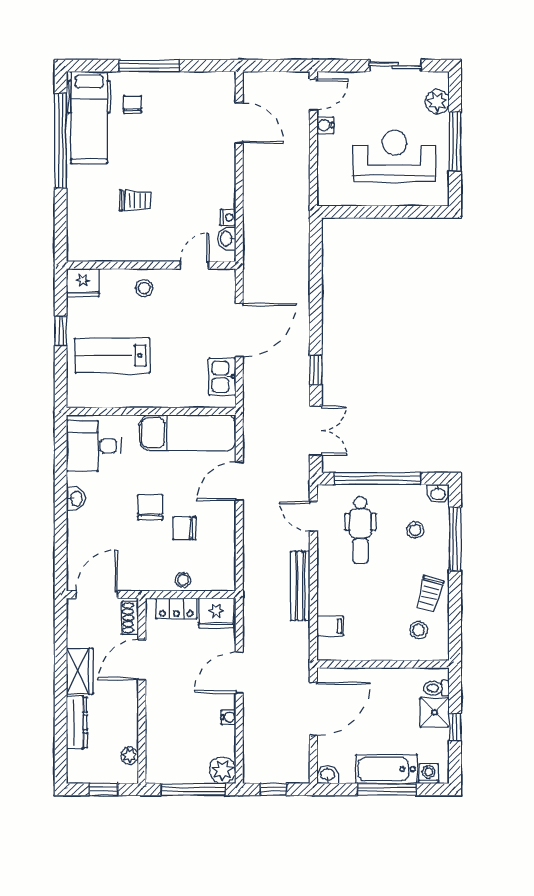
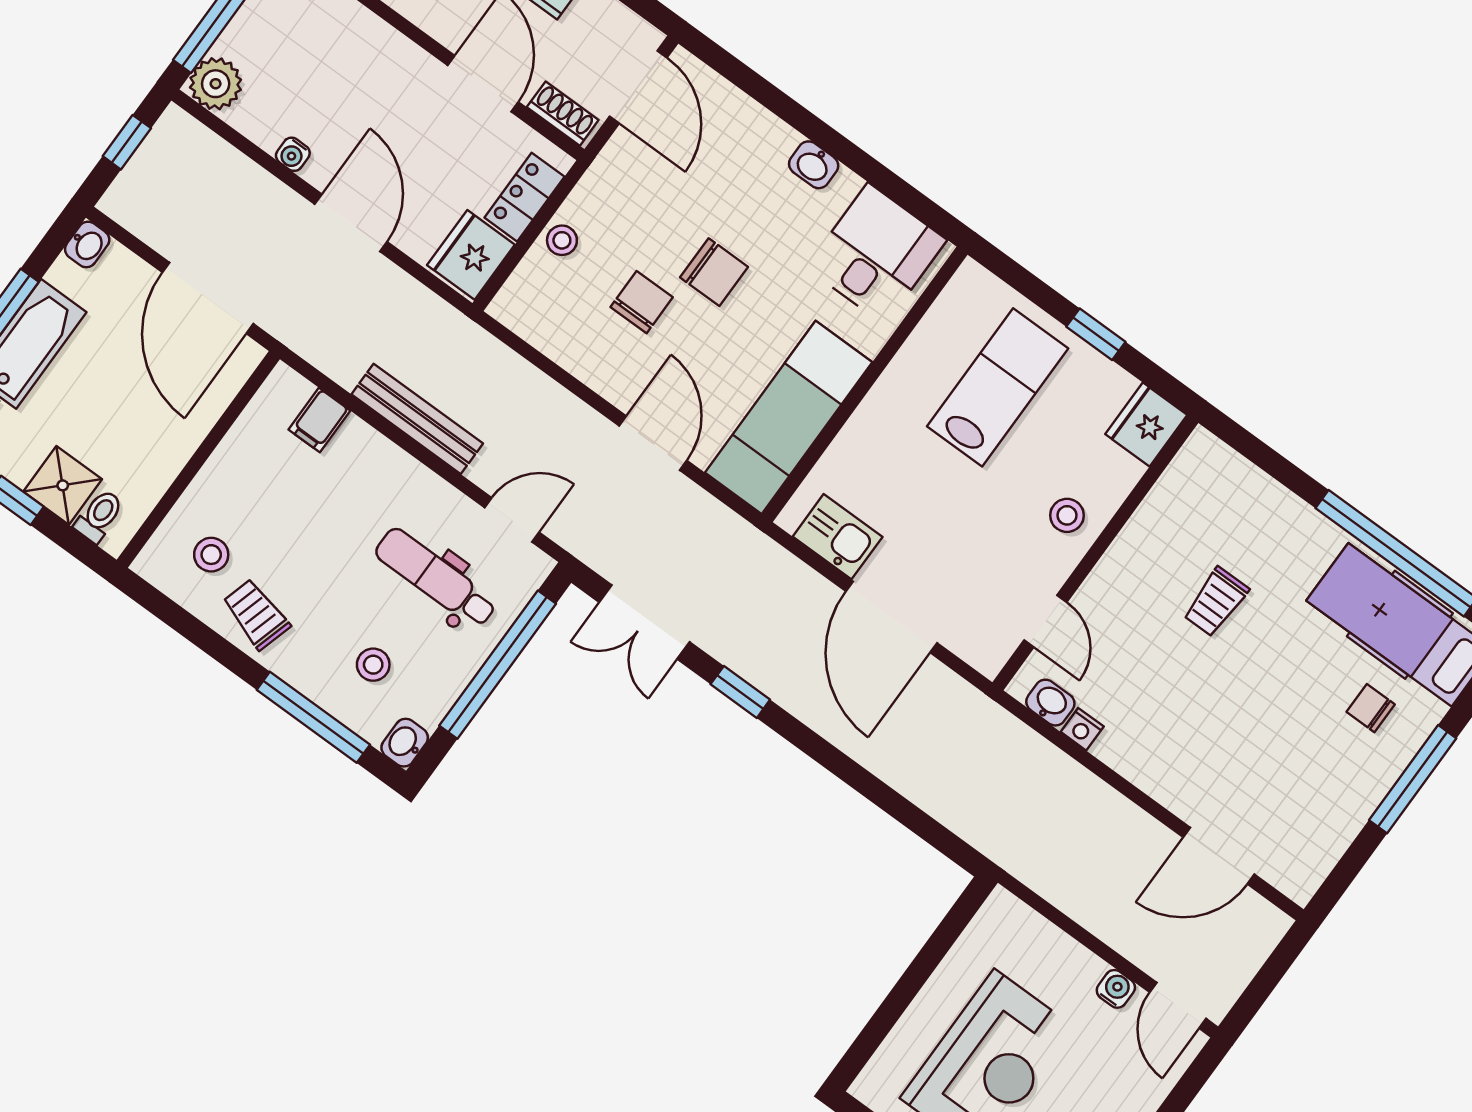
chair: (132, 104) -> (1371, 708), turned 180

